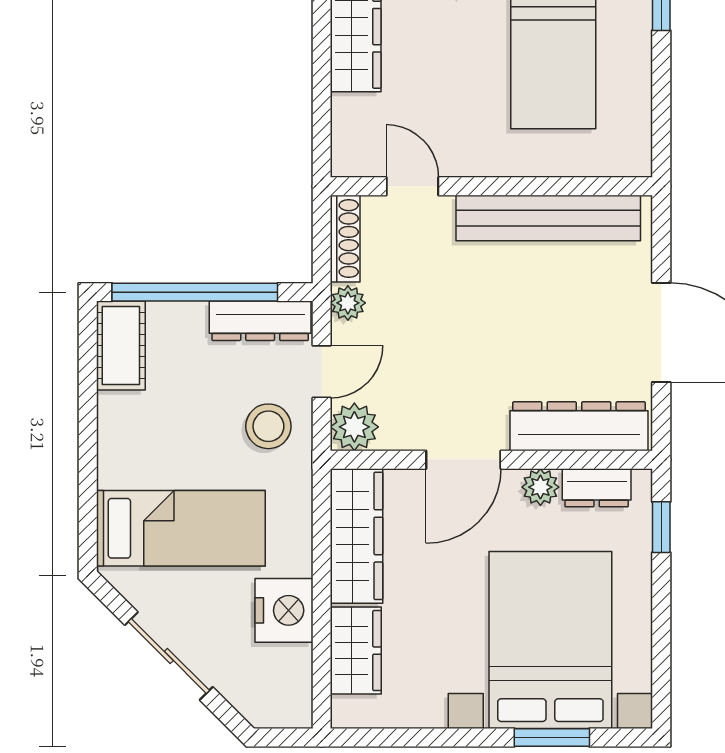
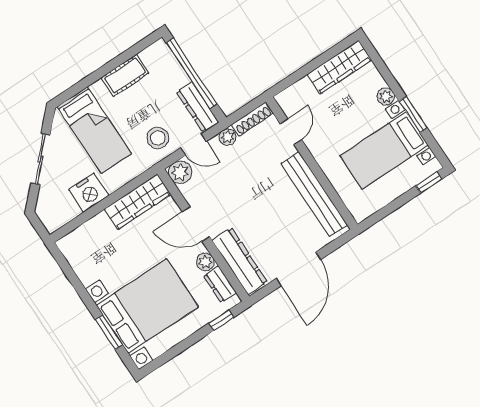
cot: (121, 346) -> (125, 75), moved
wardrobe: (356, 651) -> (92, 232), removed

